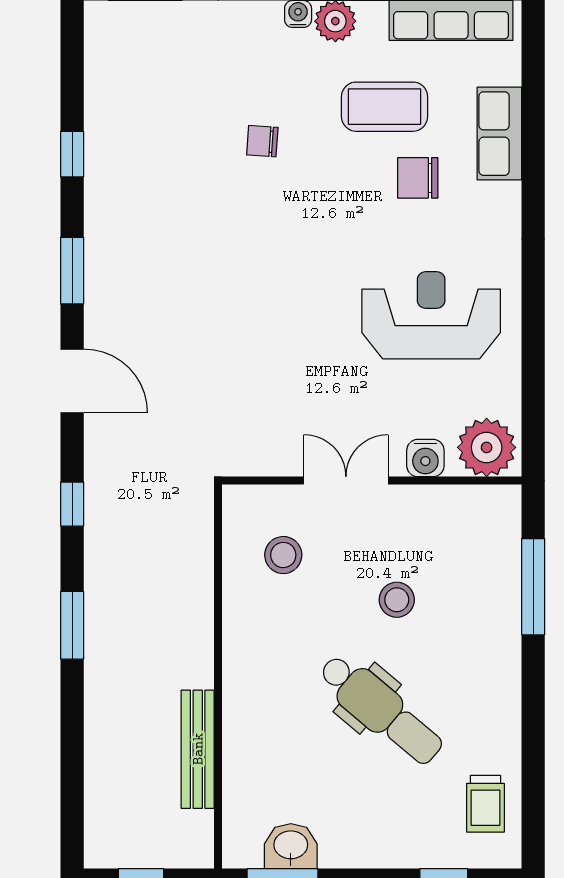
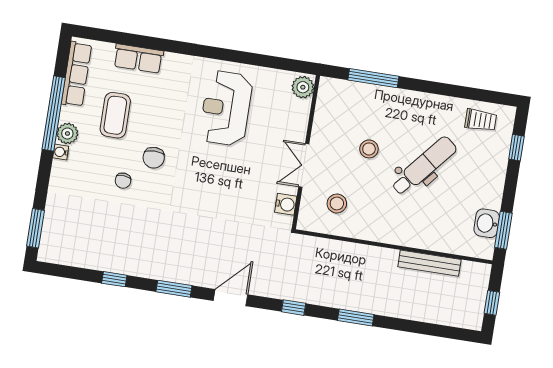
chair: (418, 178) -> (154, 158), moved
plant: (487, 447) -> (303, 87), width x0.73, depth x0.73
water cooler: (425, 458) -> (286, 204), moved

